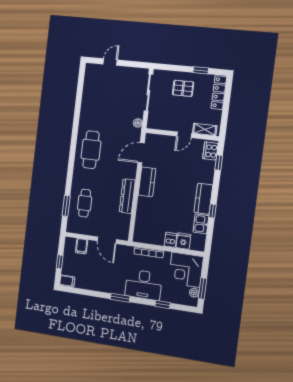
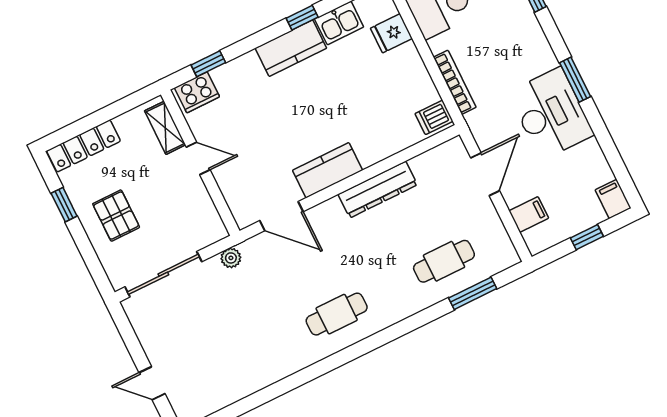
cafe table: (91, 150) -> (337, 314), width x0.73, depth x0.74
dishwasher: (171, 240) -> (434, 117), moved
desk: (143, 285) -> (551, 114), moved

